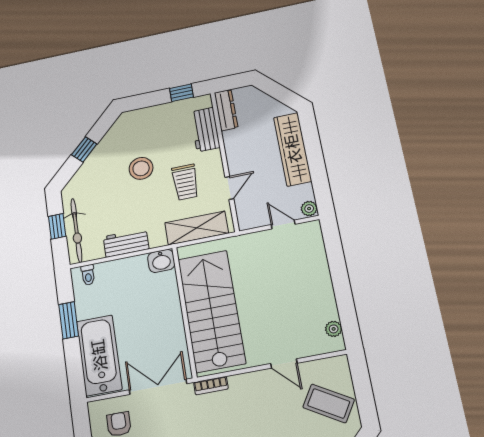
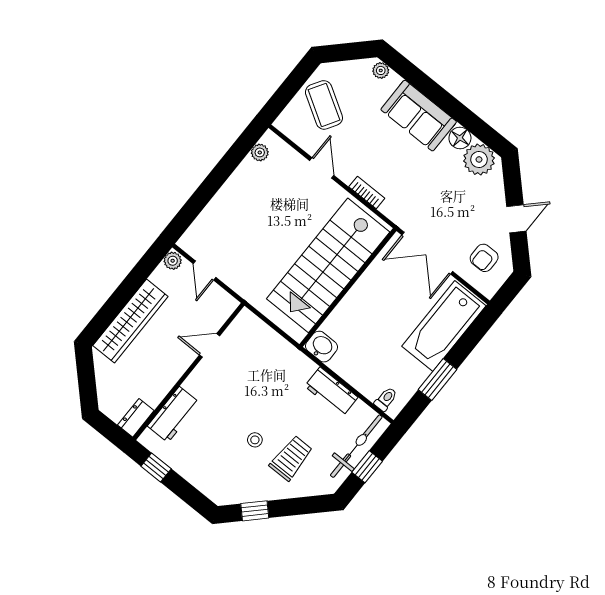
dresser: (226, 110) -> (136, 418), width x0.70
window: (84, 149) -> (255, 511), moved
stool: (141, 168) -> (255, 440), width x0.53, depth x0.53
trolley: (185, 182) -> (291, 458), moved
shelving: (197, 228) -> (268, 342), removed
bookcase: (211, 386) -> (367, 193), moved

